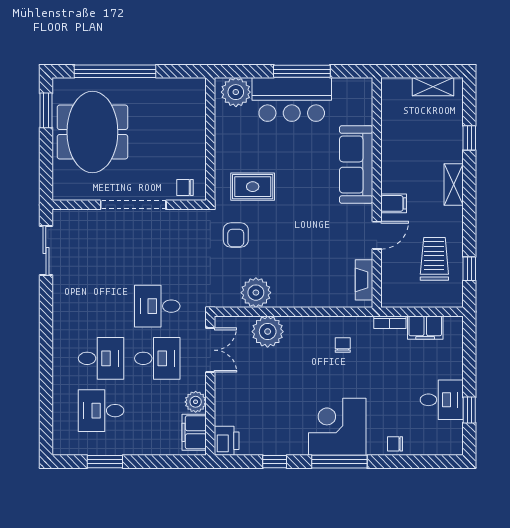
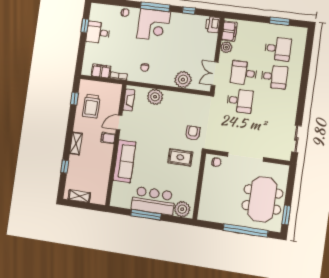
plant: (256, 293) -> (155, 97), moved
desk: (101, 358) -> (274, 77), turned 180

